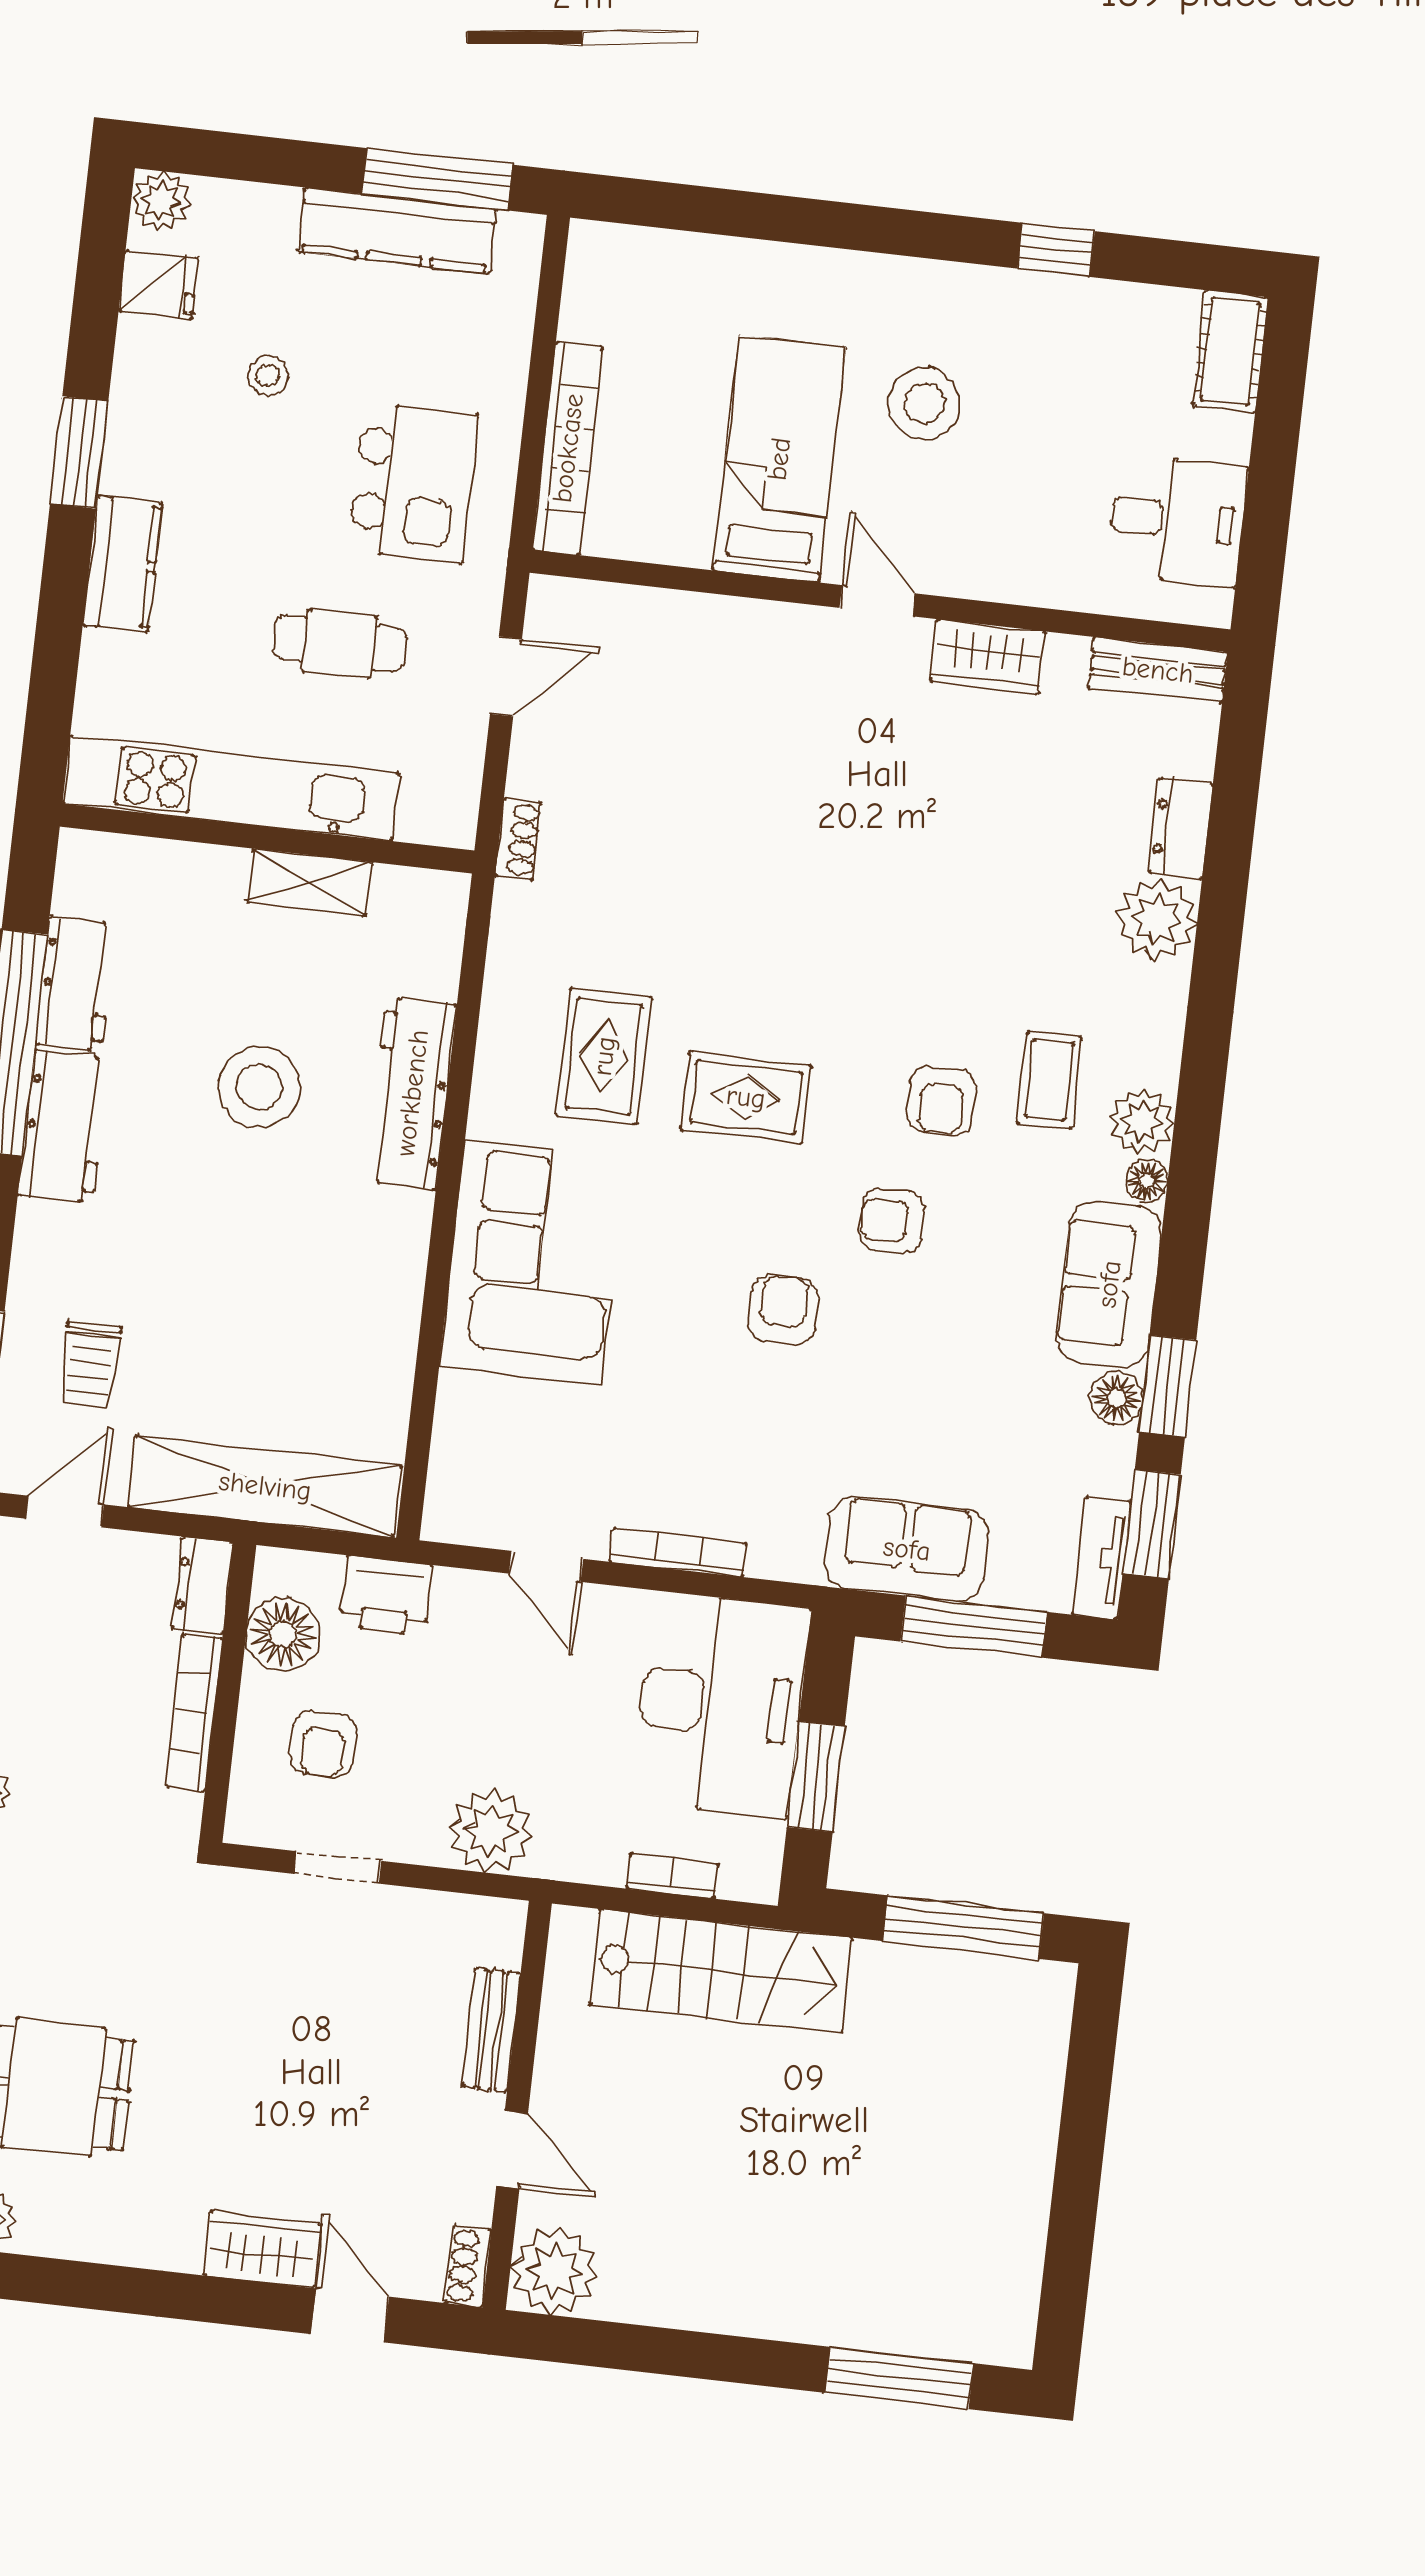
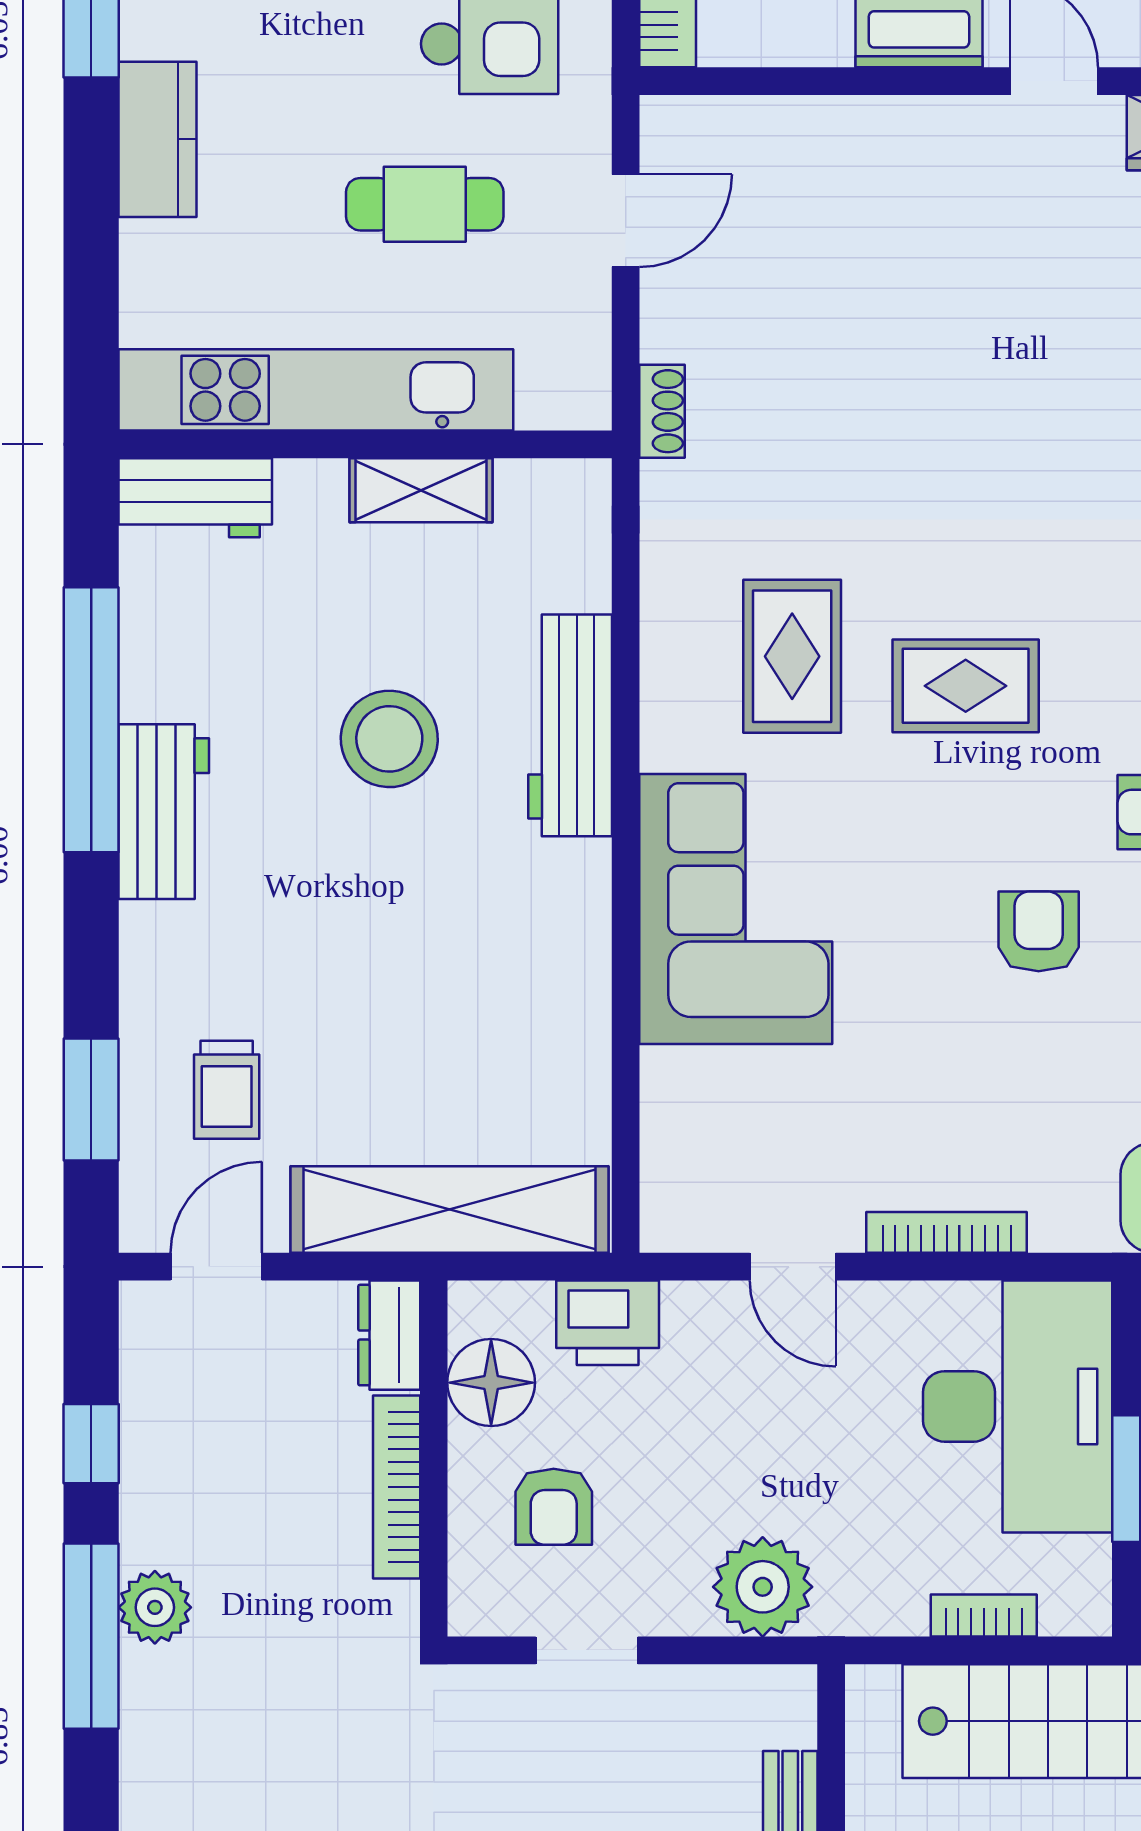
workbench: (75, 984) -> (195, 498), moved, turned 90

